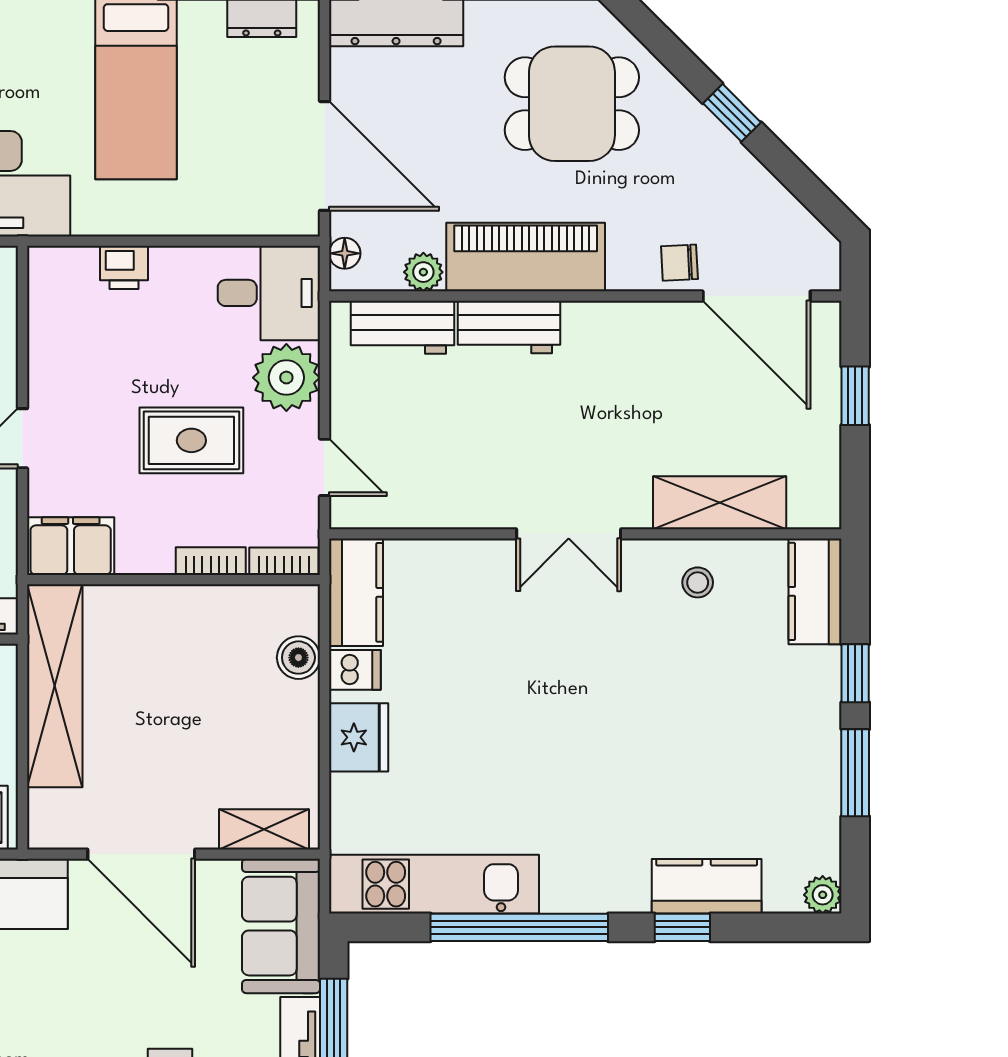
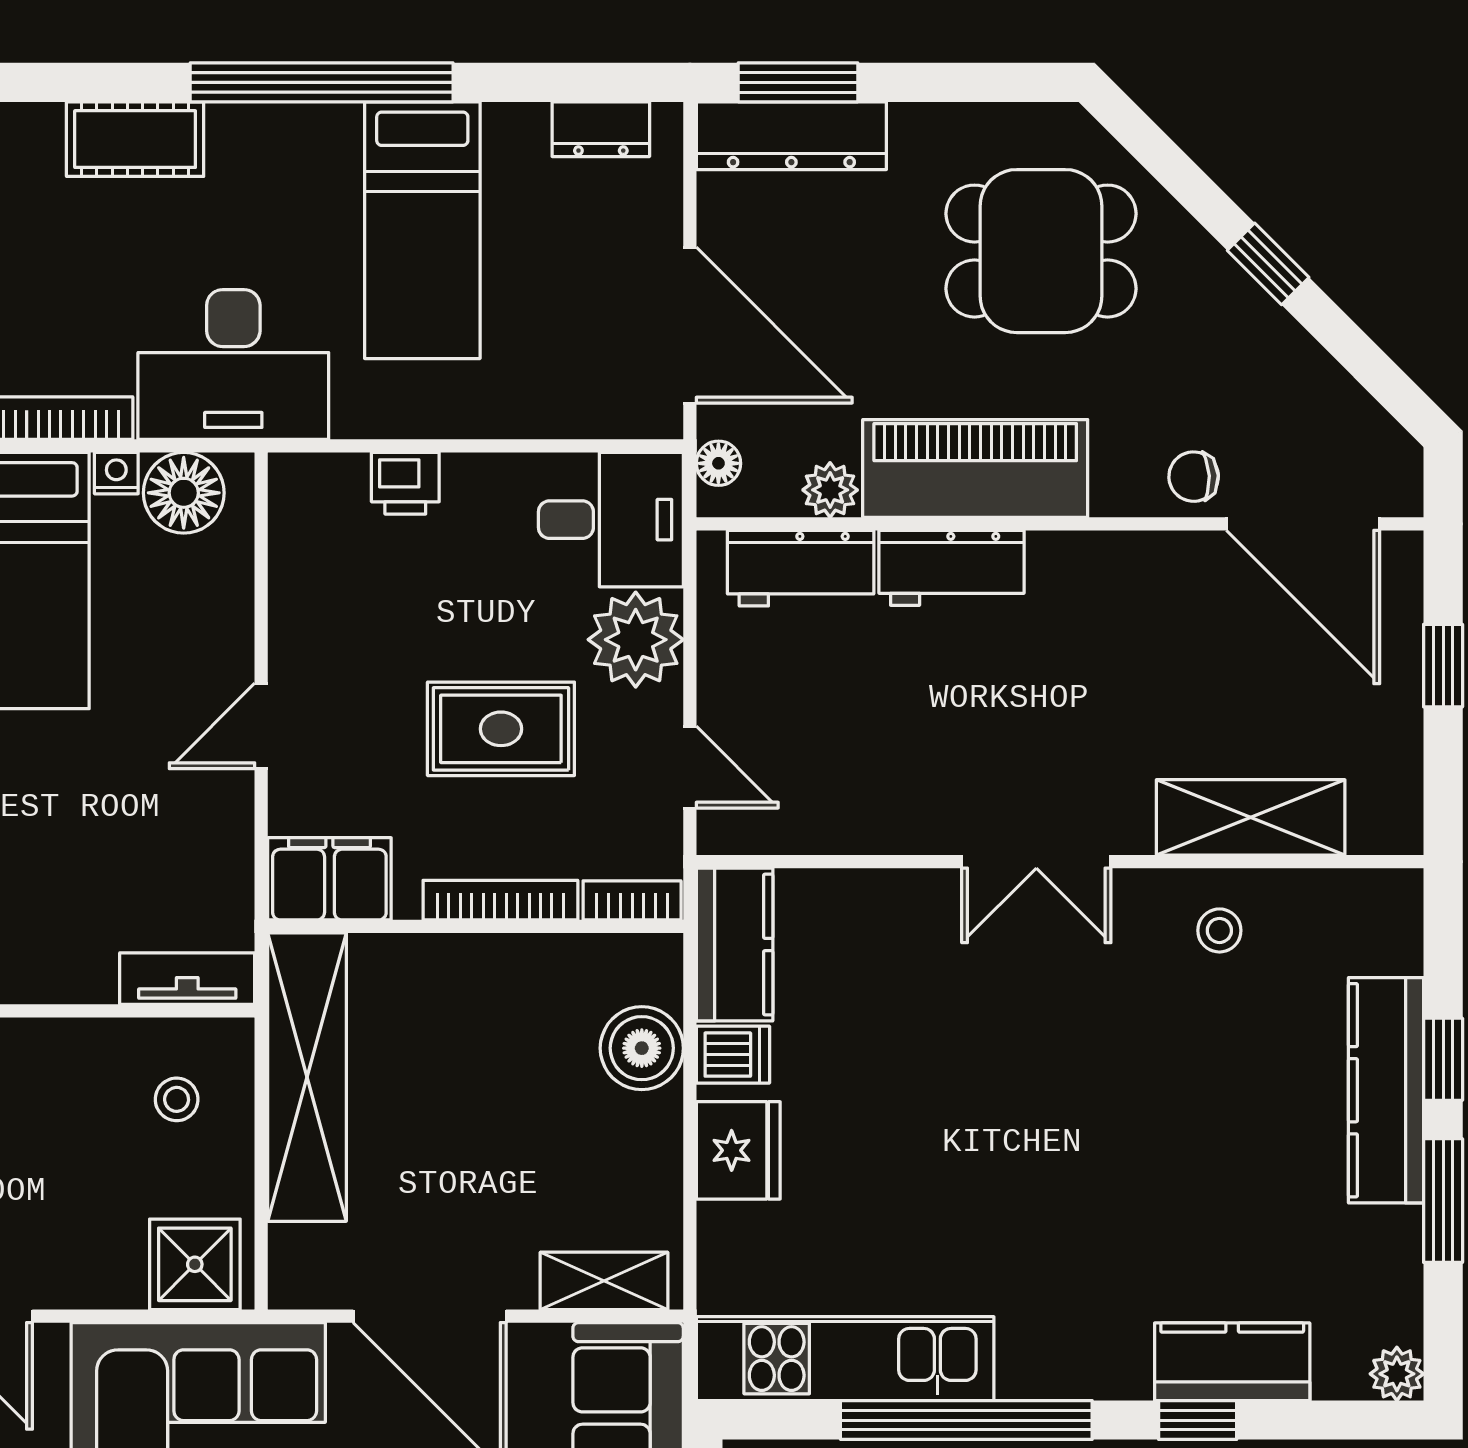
bookcase: (211, 561) -> (500, 900), width x1.56
kitchen counter: (815, 591) -> (1386, 1090), moved, width x1.50
boiler: (298, 658) -> (642, 1048), width x1.36, depth x1.36

